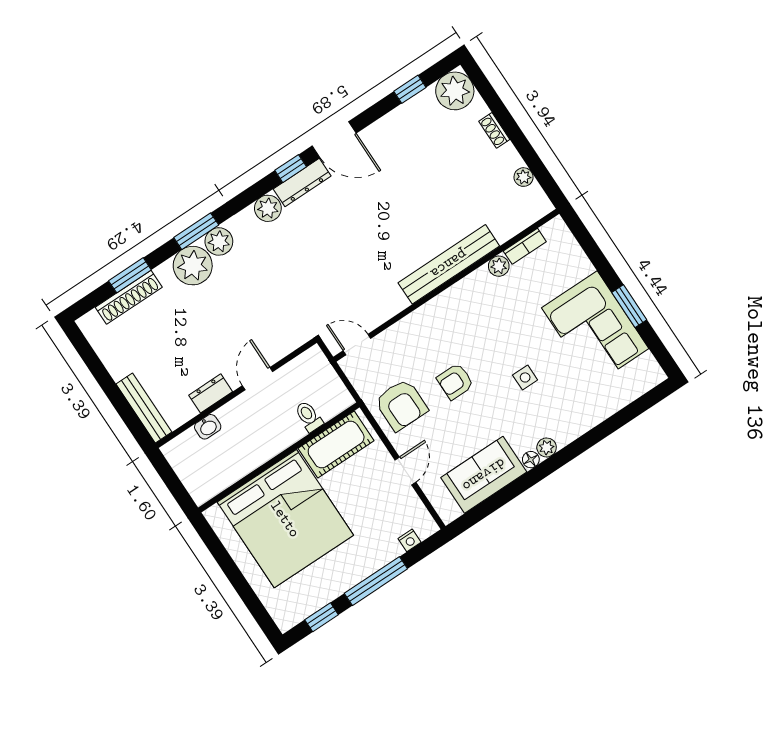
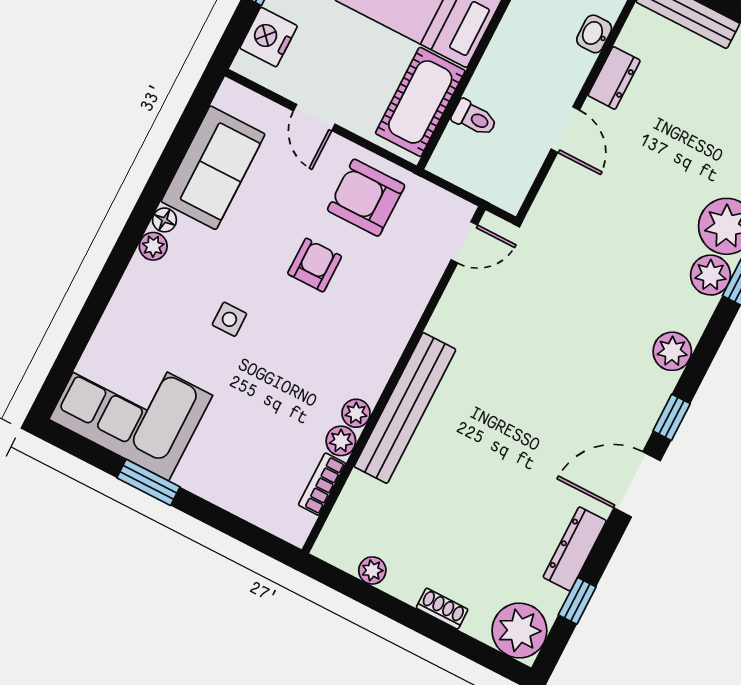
dresser: (302, 183) -> (575, 549), moved
plant: (480, 278) -> (356, 413), added
corner sofa: (595, 328) -> (131, 407), moved
nightstand: (409, 540) -> (269, 37), width x1.89, depth x1.79

